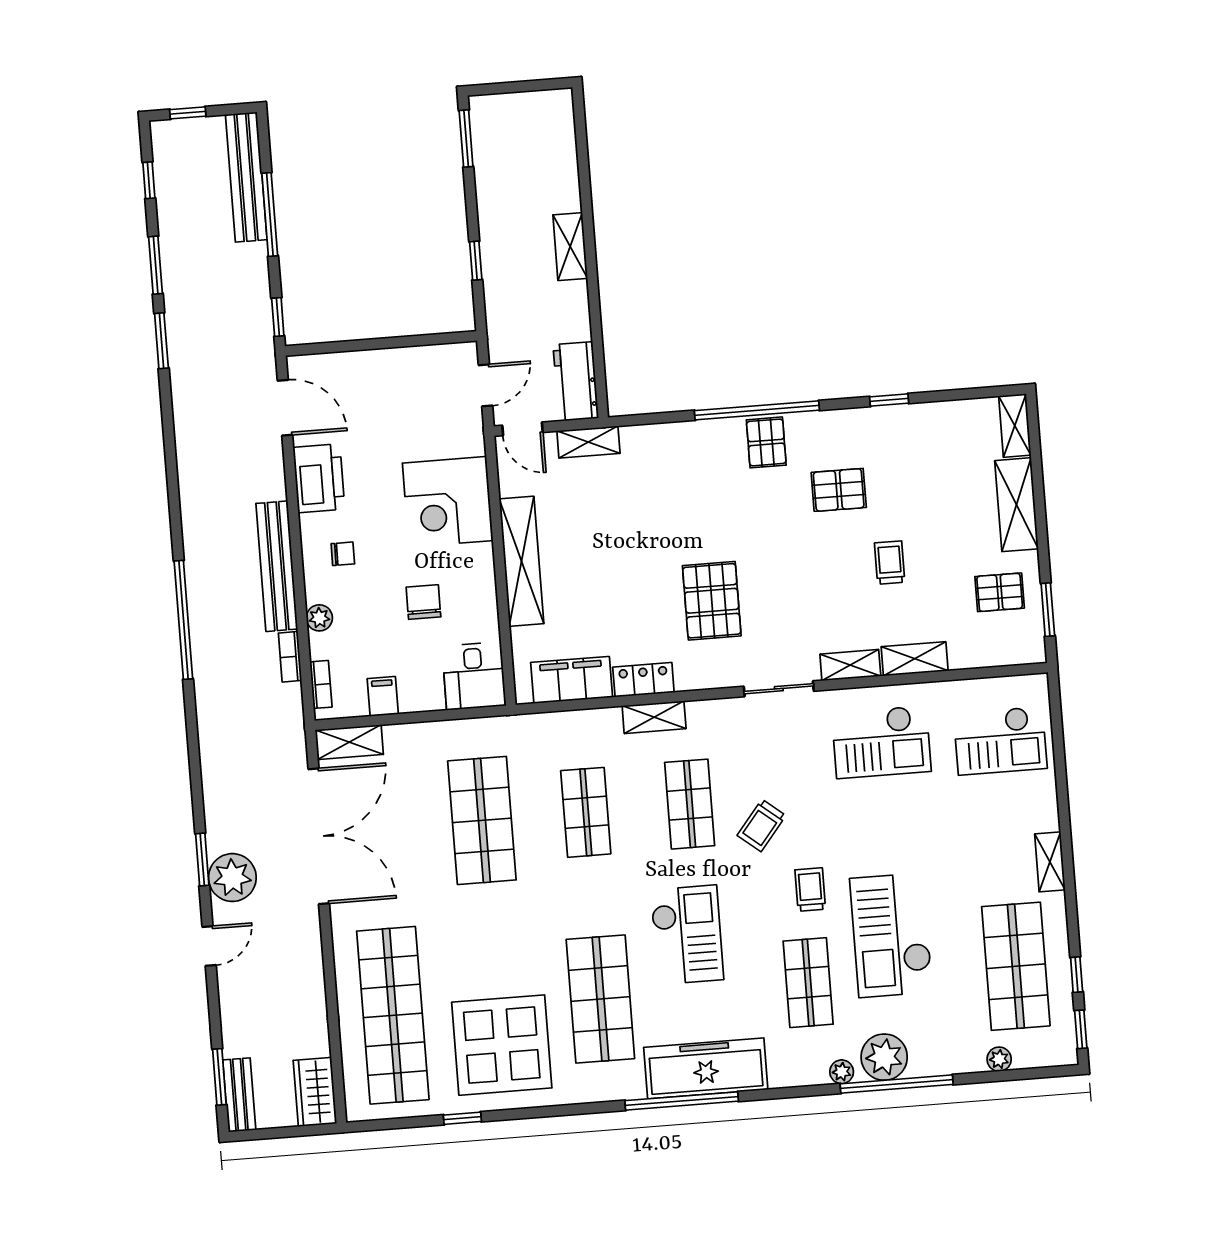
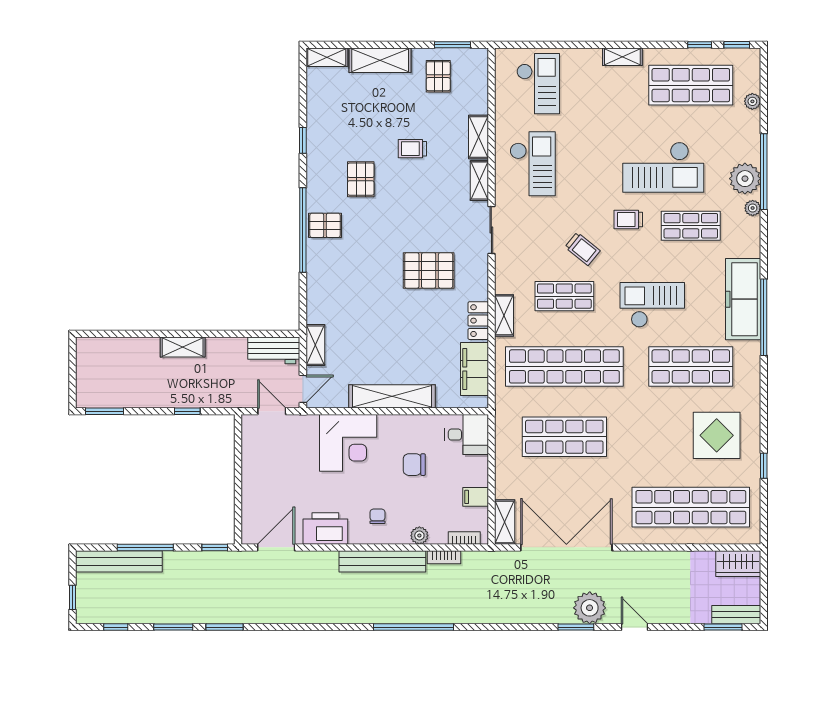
shop shelf: (586, 812) -> (564, 366), width x2.00, depth x1.36
display table: (502, 1045) -> (717, 435), width x0.73, depth x0.73

